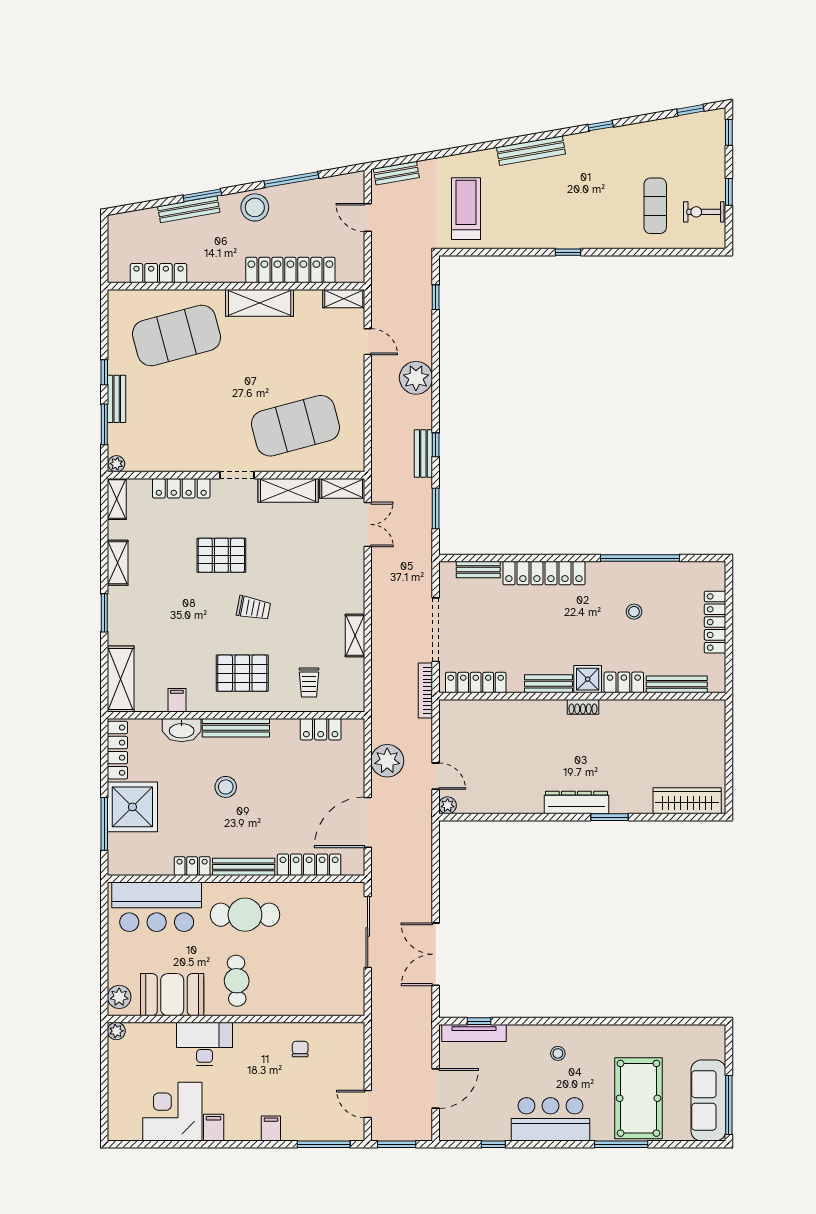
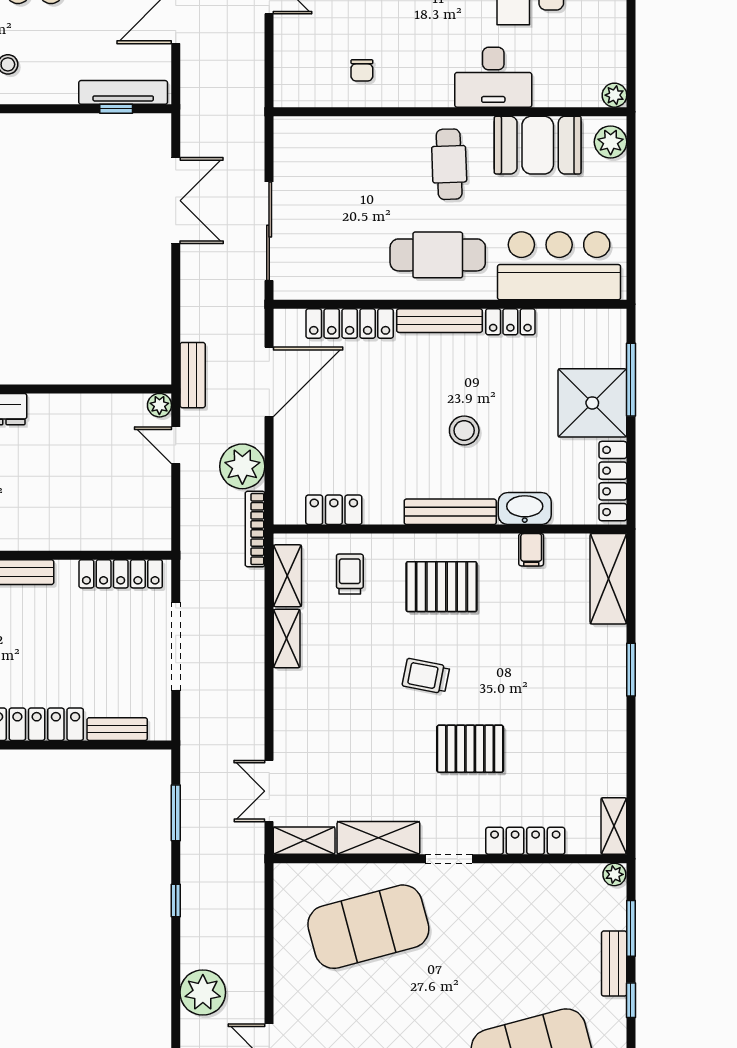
bench: (423, 454) -> (193, 375), moved
shelving: (118, 563) -> (287, 576), moved
bookcase: (425, 690) -> (255, 529), moved, turned 180

